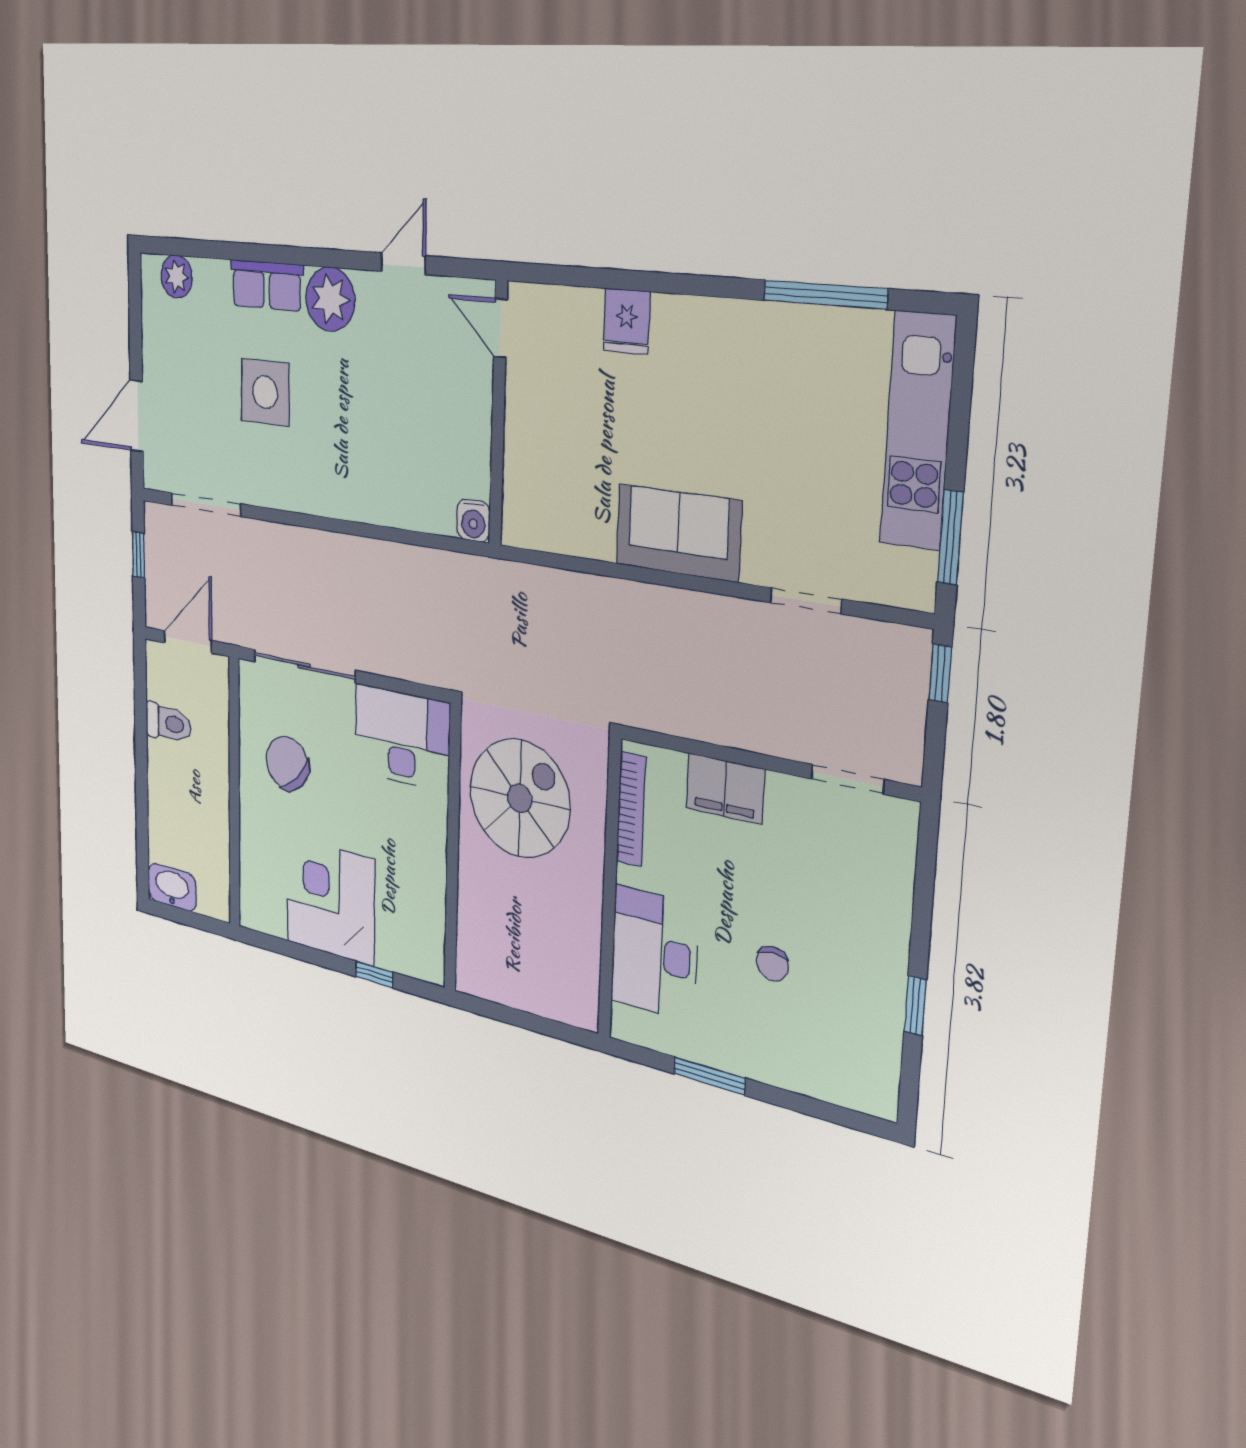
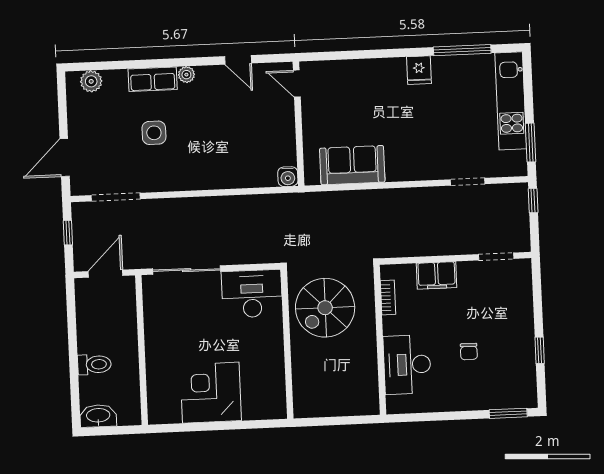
door: (403, 264) -> (238, 60), swing flipped
plant: (330, 299) -> (186, 75), width x0.53, depth x0.53
fridge: (627, 321) -> (419, 70), moved
side table: (265, 392) -> (154, 133), width x0.73, depth x0.73
sofa: (678, 533) -> (352, 165), moved
toilet: (168, 723) -> (94, 364), moved
chair: (287, 763) -> (178, 325), removed
spiral stairs: (520, 798) -> (325, 308), turned 180
bookcase: (631, 809) -> (388, 297), width x0.64
window: (374, 974) -> (242, 425), removed
window: (709, 1076) -> (508, 413), moved

